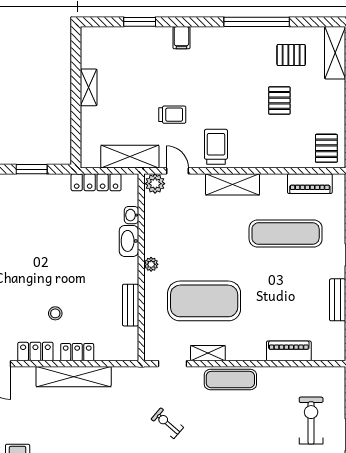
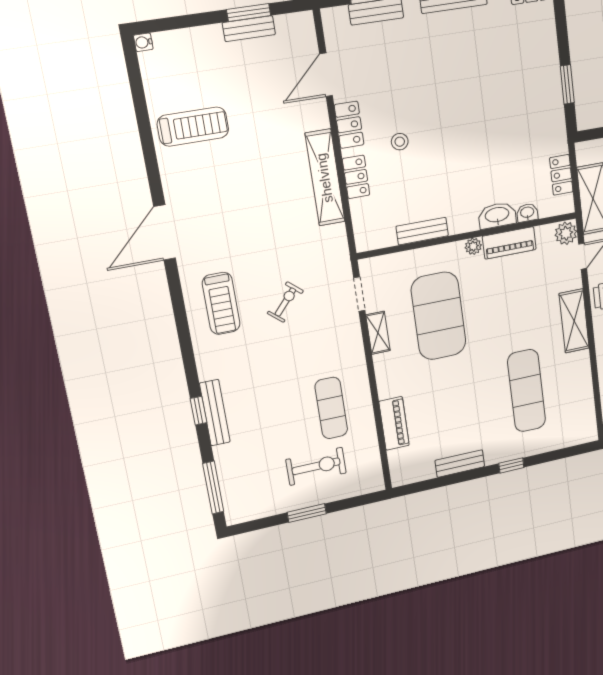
locker: (96, 182) -> (561, 175), width x0.66
piano: (310, 184) -> (509, 243), moved, turned -90
exercise mat: (230, 380) -> (331, 408), moved

